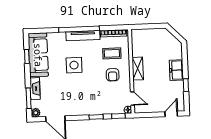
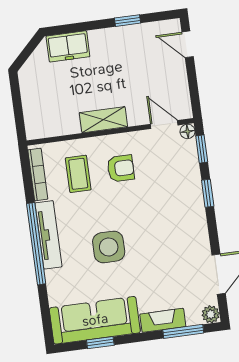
freezer: (176, 70) -> (68, 46), moved
door: (132, 98) -> (164, 125), hinge flipped

